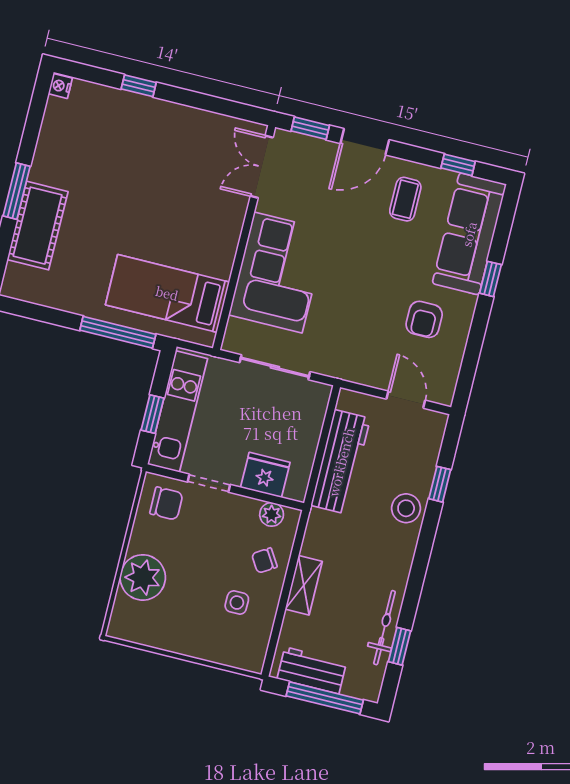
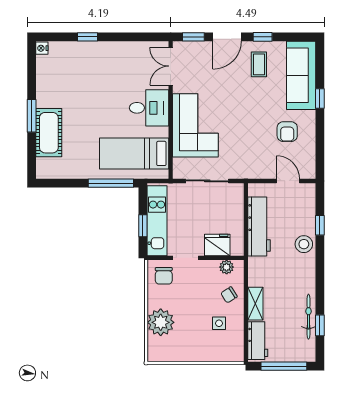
window: (458, 165) -> (263, 37), moved
desk: (210, 225) -> (149, 108), added
chair: (166, 503) -> (164, 276), turned 90
workbench: (312, 670) -> (258, 341), moved, turned 90

